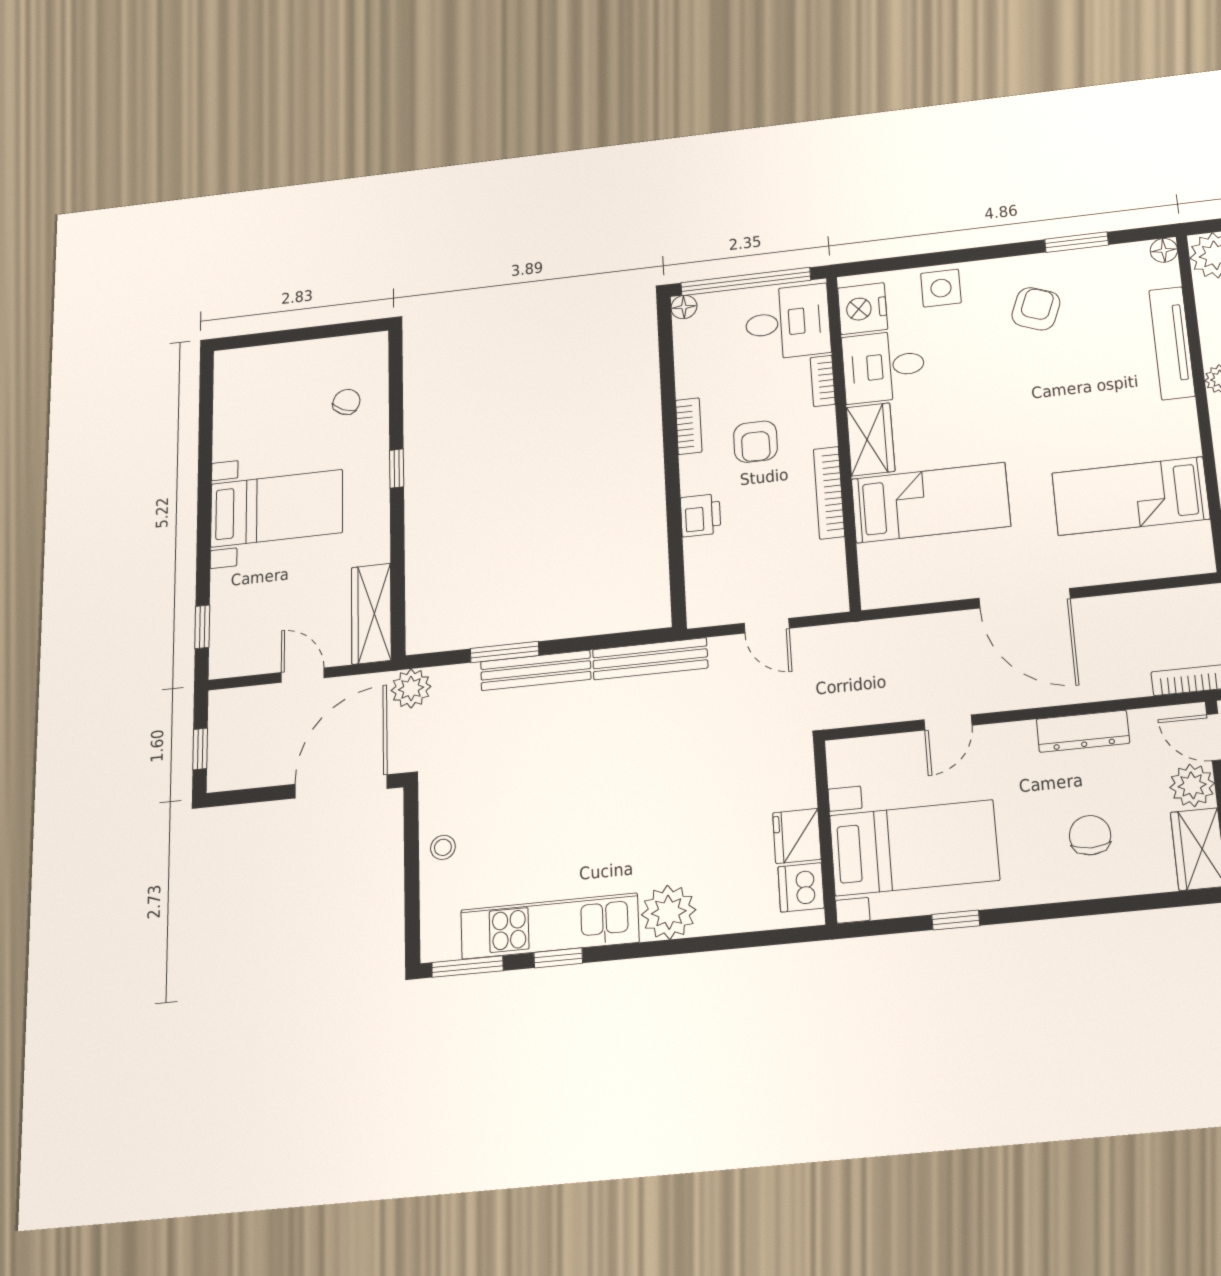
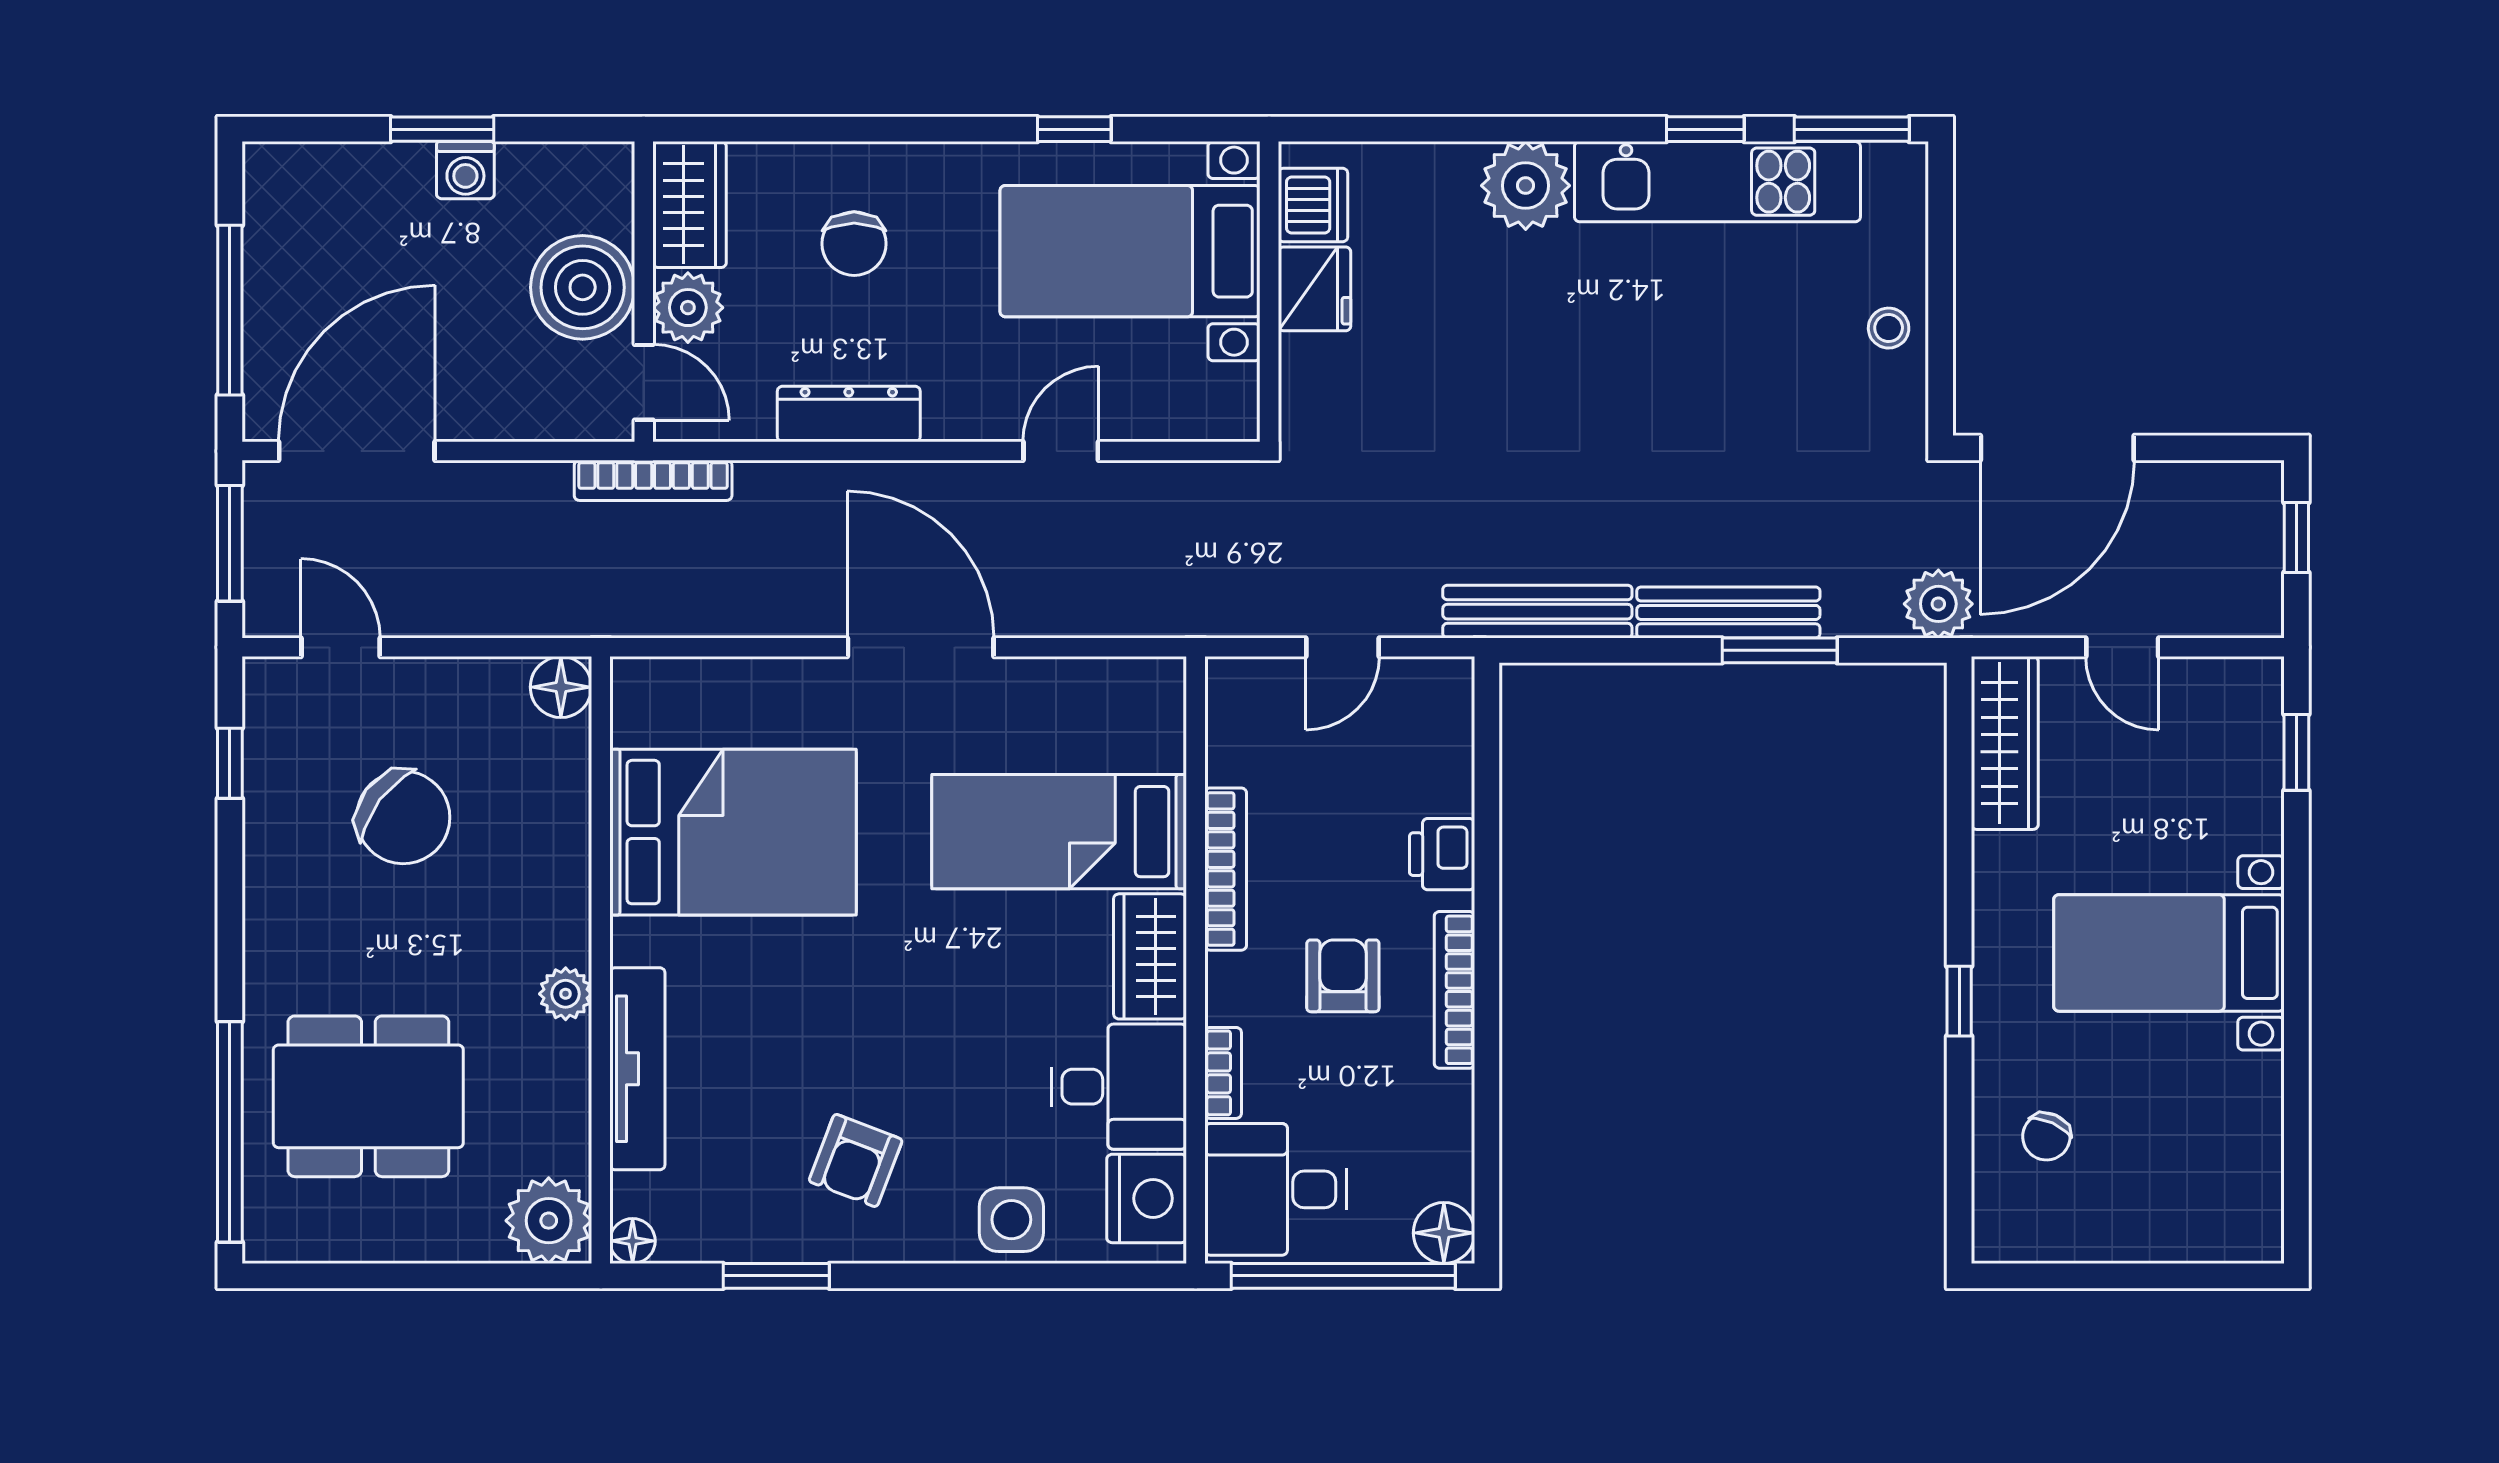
floor lamp: (684, 307) -> (1444, 1233), width x1.37, depth x1.37
bookcase: (689, 426) -> (1454, 990), width x1.56
bed: (1131, 496) -> (733, 832), width x1.50
door: (767, 626) -> (1342, 647), swing flipped

